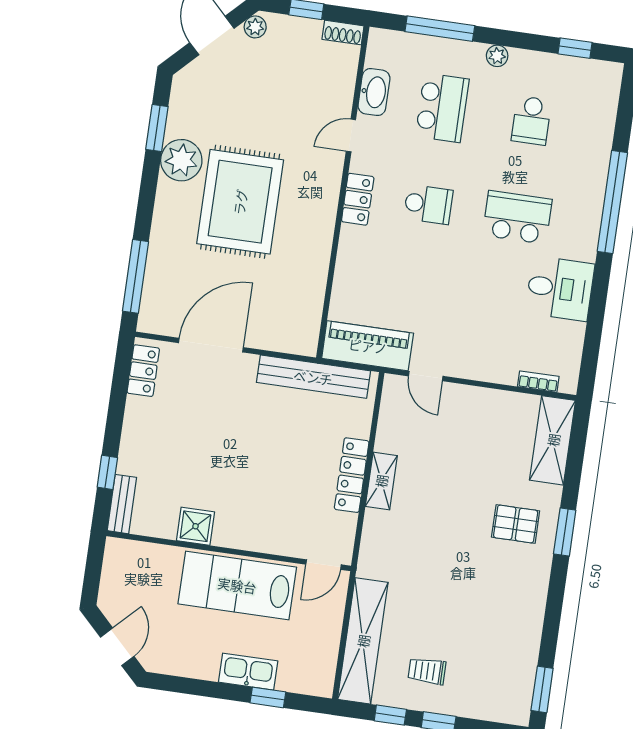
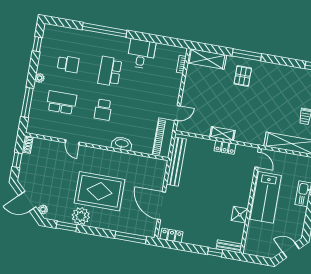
plant: (255, 27) -> (43, 209), moved
washbasin: (374, 92) -> (122, 144), moved
locker: (358, 199) -> (100, 140), removed
school desk: (428, 204) -> (103, 110), turned 180
locker: (352, 475) -> (225, 147), width x0.66
window: (565, 532) -> (247, 55), width x1.44

